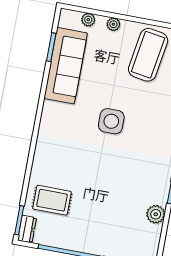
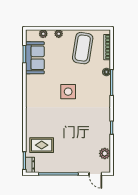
sofa: (66, 66) -> (35, 58), width x0.73
plant: (156, 214) -> (105, 153), moved

